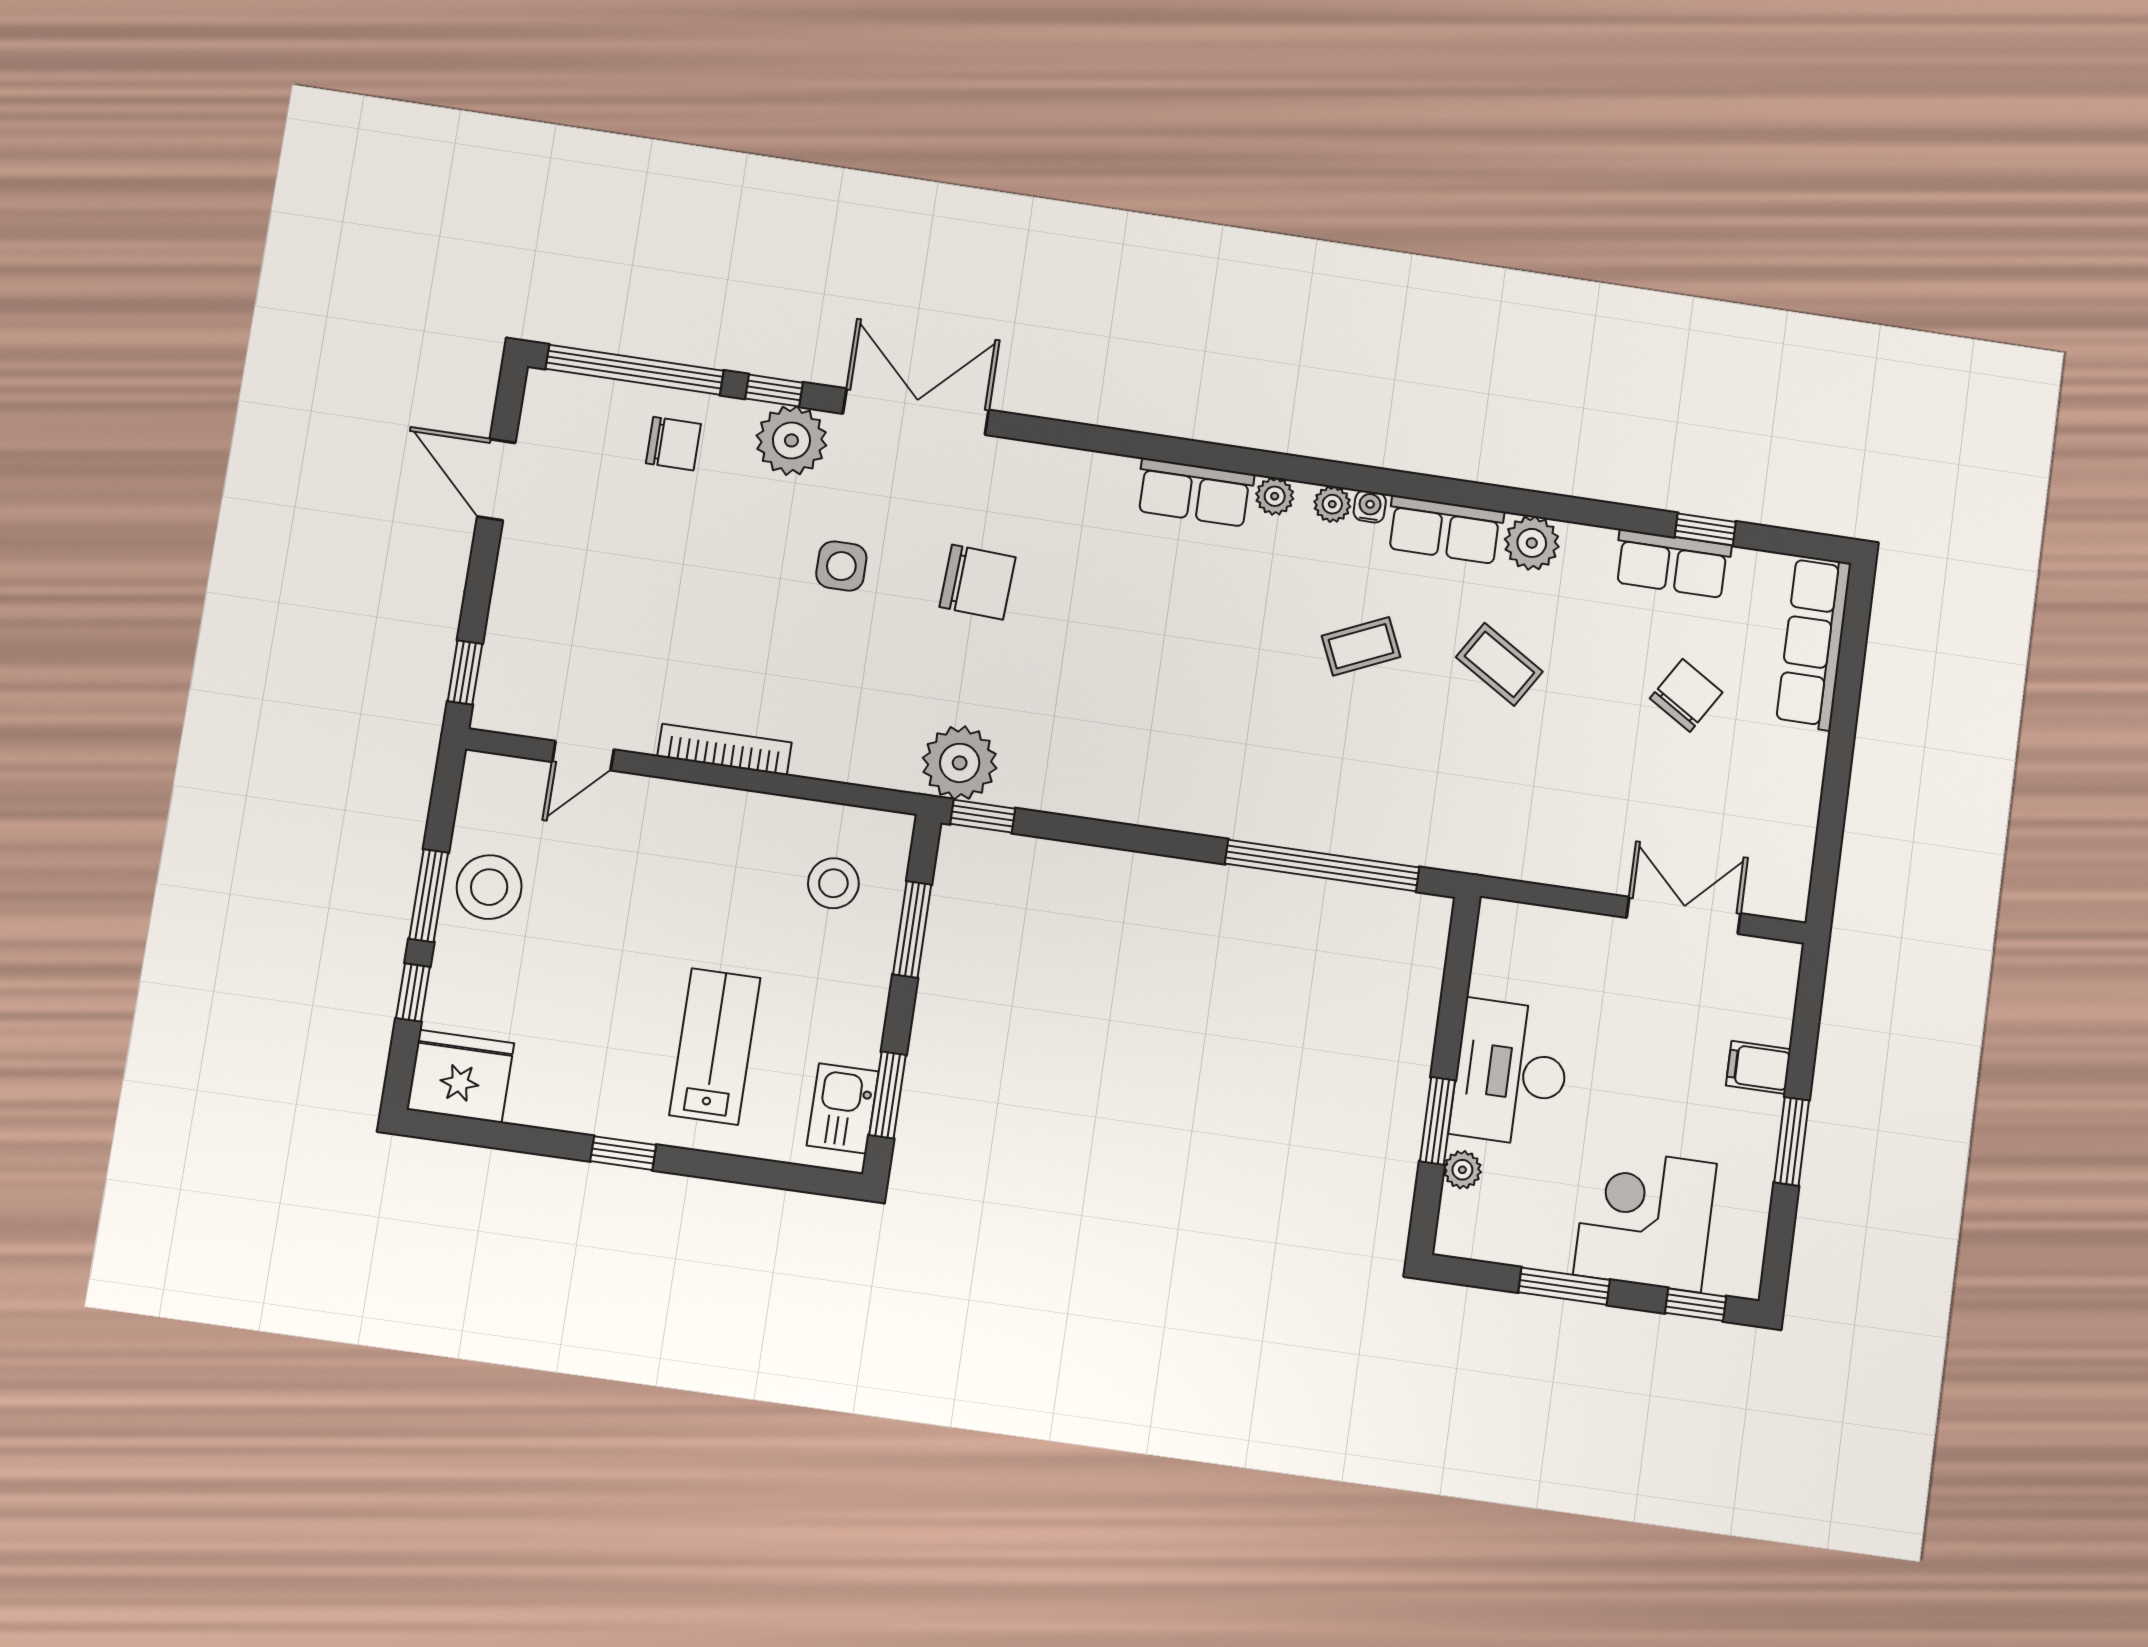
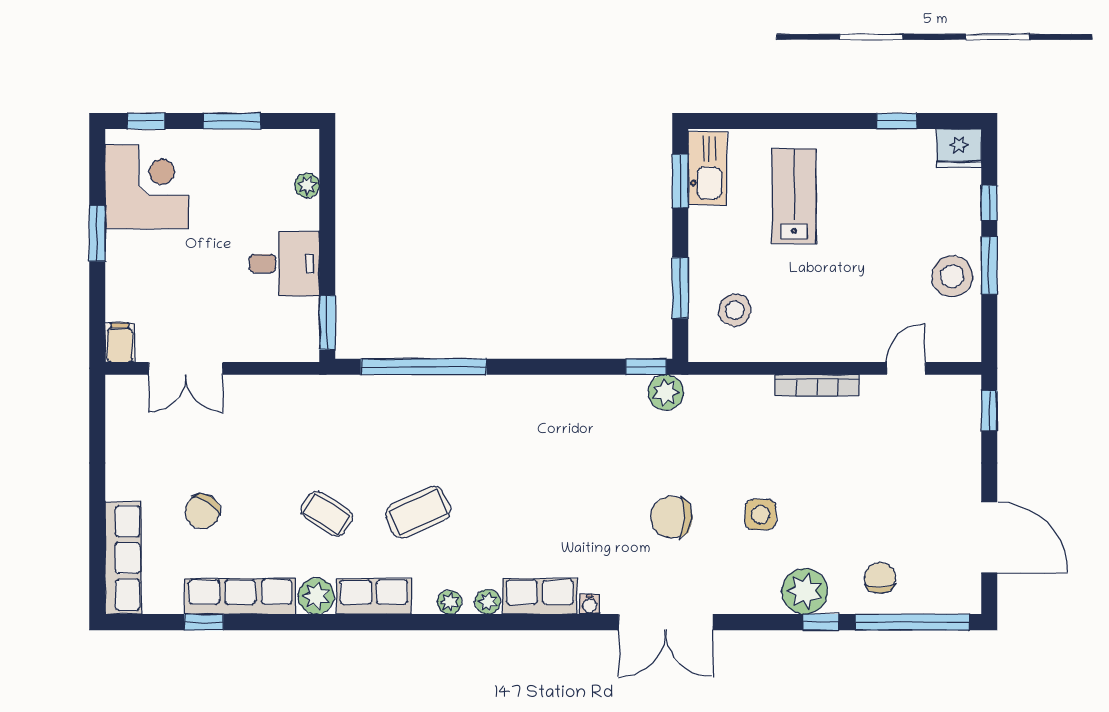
double door: (916, 412) -> (666, 622), moved
chair: (673, 444) -> (880, 578), turned 90
door: (496, 480) -> (989, 537), width x1.36
water cooler: (1370, 507) -> (590, 604), moved
row of seats: (1672, 564) -> (240, 596), width x1.48
coffee table: (1361, 646) -> (418, 512), width x1.36, depth x1.30
plant: (960, 763) -> (666, 392), width x0.73, depth x0.73
lab bench: (715, 1047) -> (794, 196), turned 180
filing cabinet: (1758, 1067) -> (120, 342), moved, turned -90
desk: (1511, 1073) -> (284, 264), width x0.73
fridge: (460, 1076) -> (959, 148), width x0.73, depth x0.75
kitchen sink: (843, 1108) -> (707, 168), width x1.38
window: (1438, 1121) -> (327, 323), moved
window: (623, 1153) -> (897, 121), moved
corner desk: (1645, 1219) -> (147, 187), moved, turned -90

